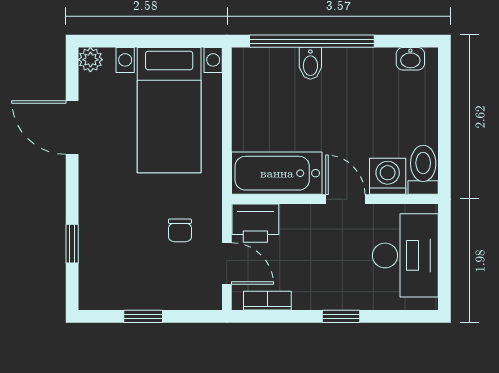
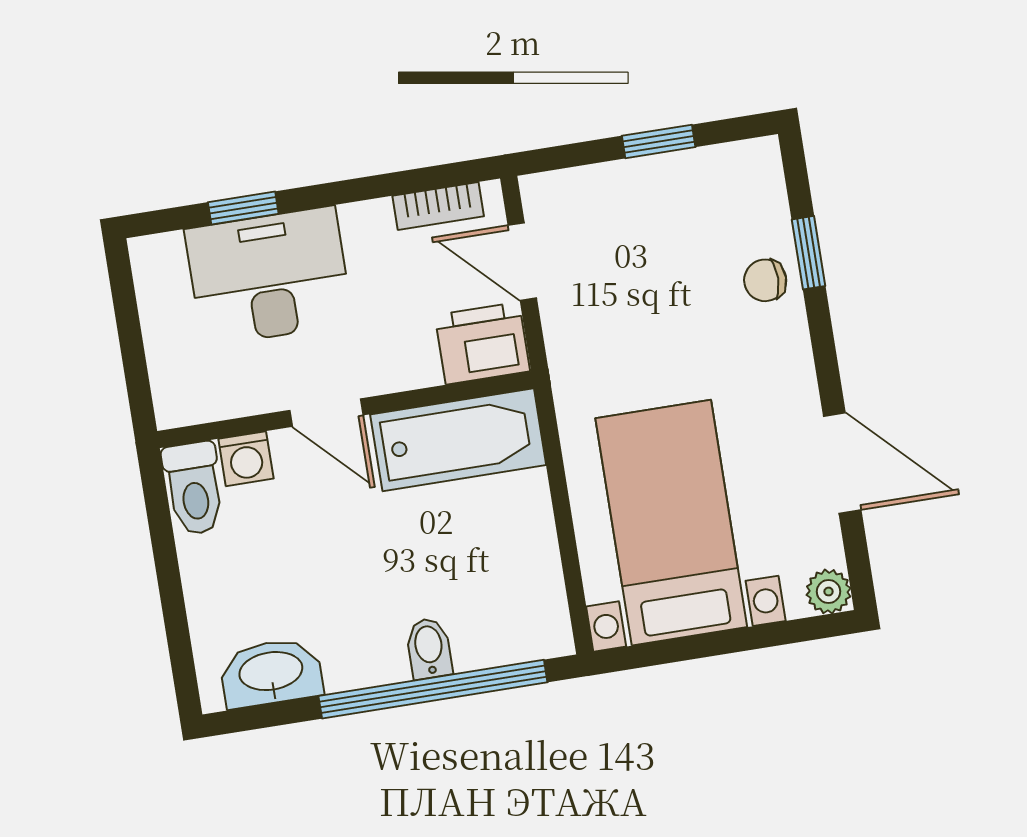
washbasin: (410, 59) -> (271, 673), width x1.91, depth x1.45
washing machine: (388, 176) -> (246, 459), width x0.73, depth x0.73
chair: (180, 230) -> (765, 280), moved, turned -90
desk: (405, 255) -> (269, 276), moved, turned 90
window: (341, 316) -> (243, 208), moved

